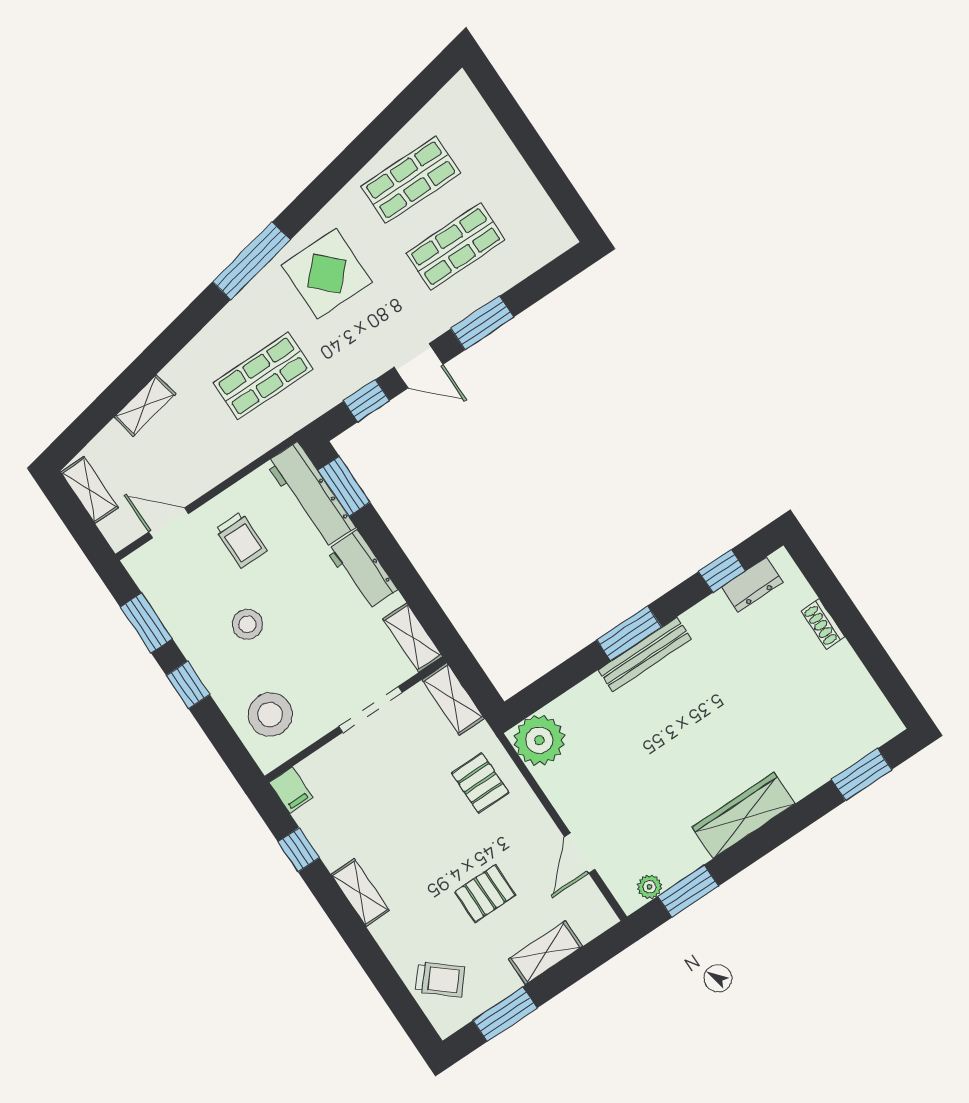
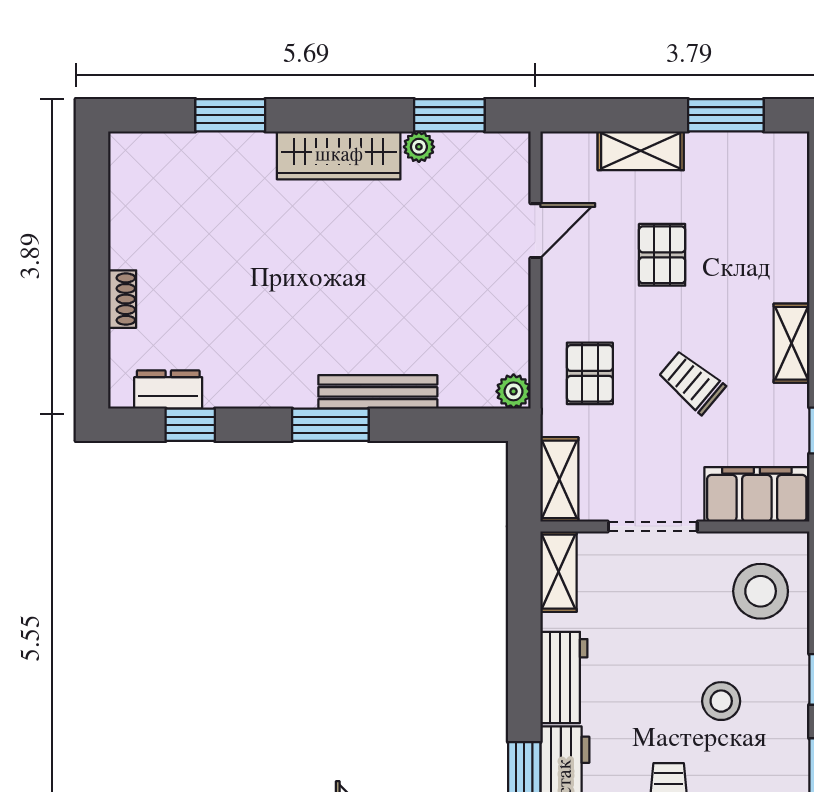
bench: (645, 654) -> (378, 392), moved
plant: (539, 740) -> (514, 391), width x0.53, depth x0.53
window: (862, 775) -> (230, 115), moved
filing cabinet: (291, 790) -> (757, 494), width x3.00, depth x1.17
plant: (649, 887) -> (419, 147), moved
pallet: (485, 893) -> (662, 255), turned 90
trolley: (440, 979) -> (692, 382), moved

